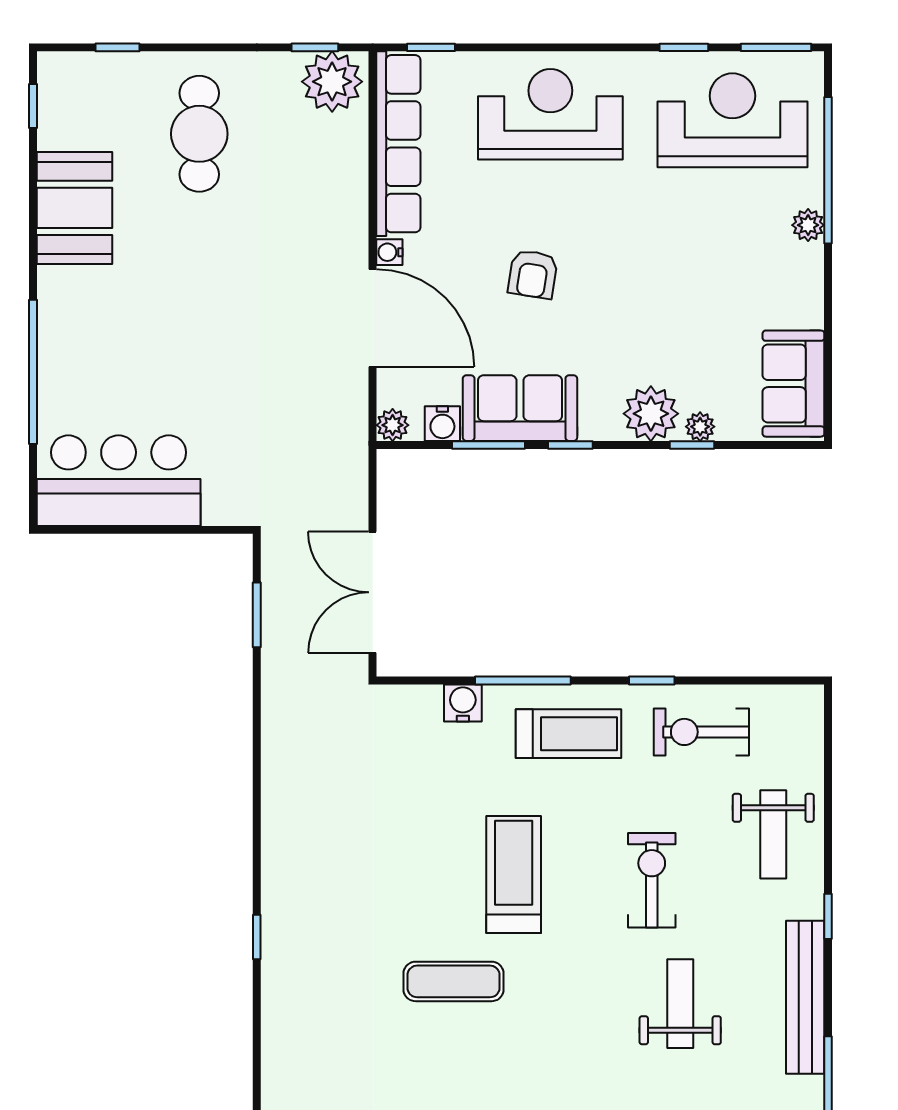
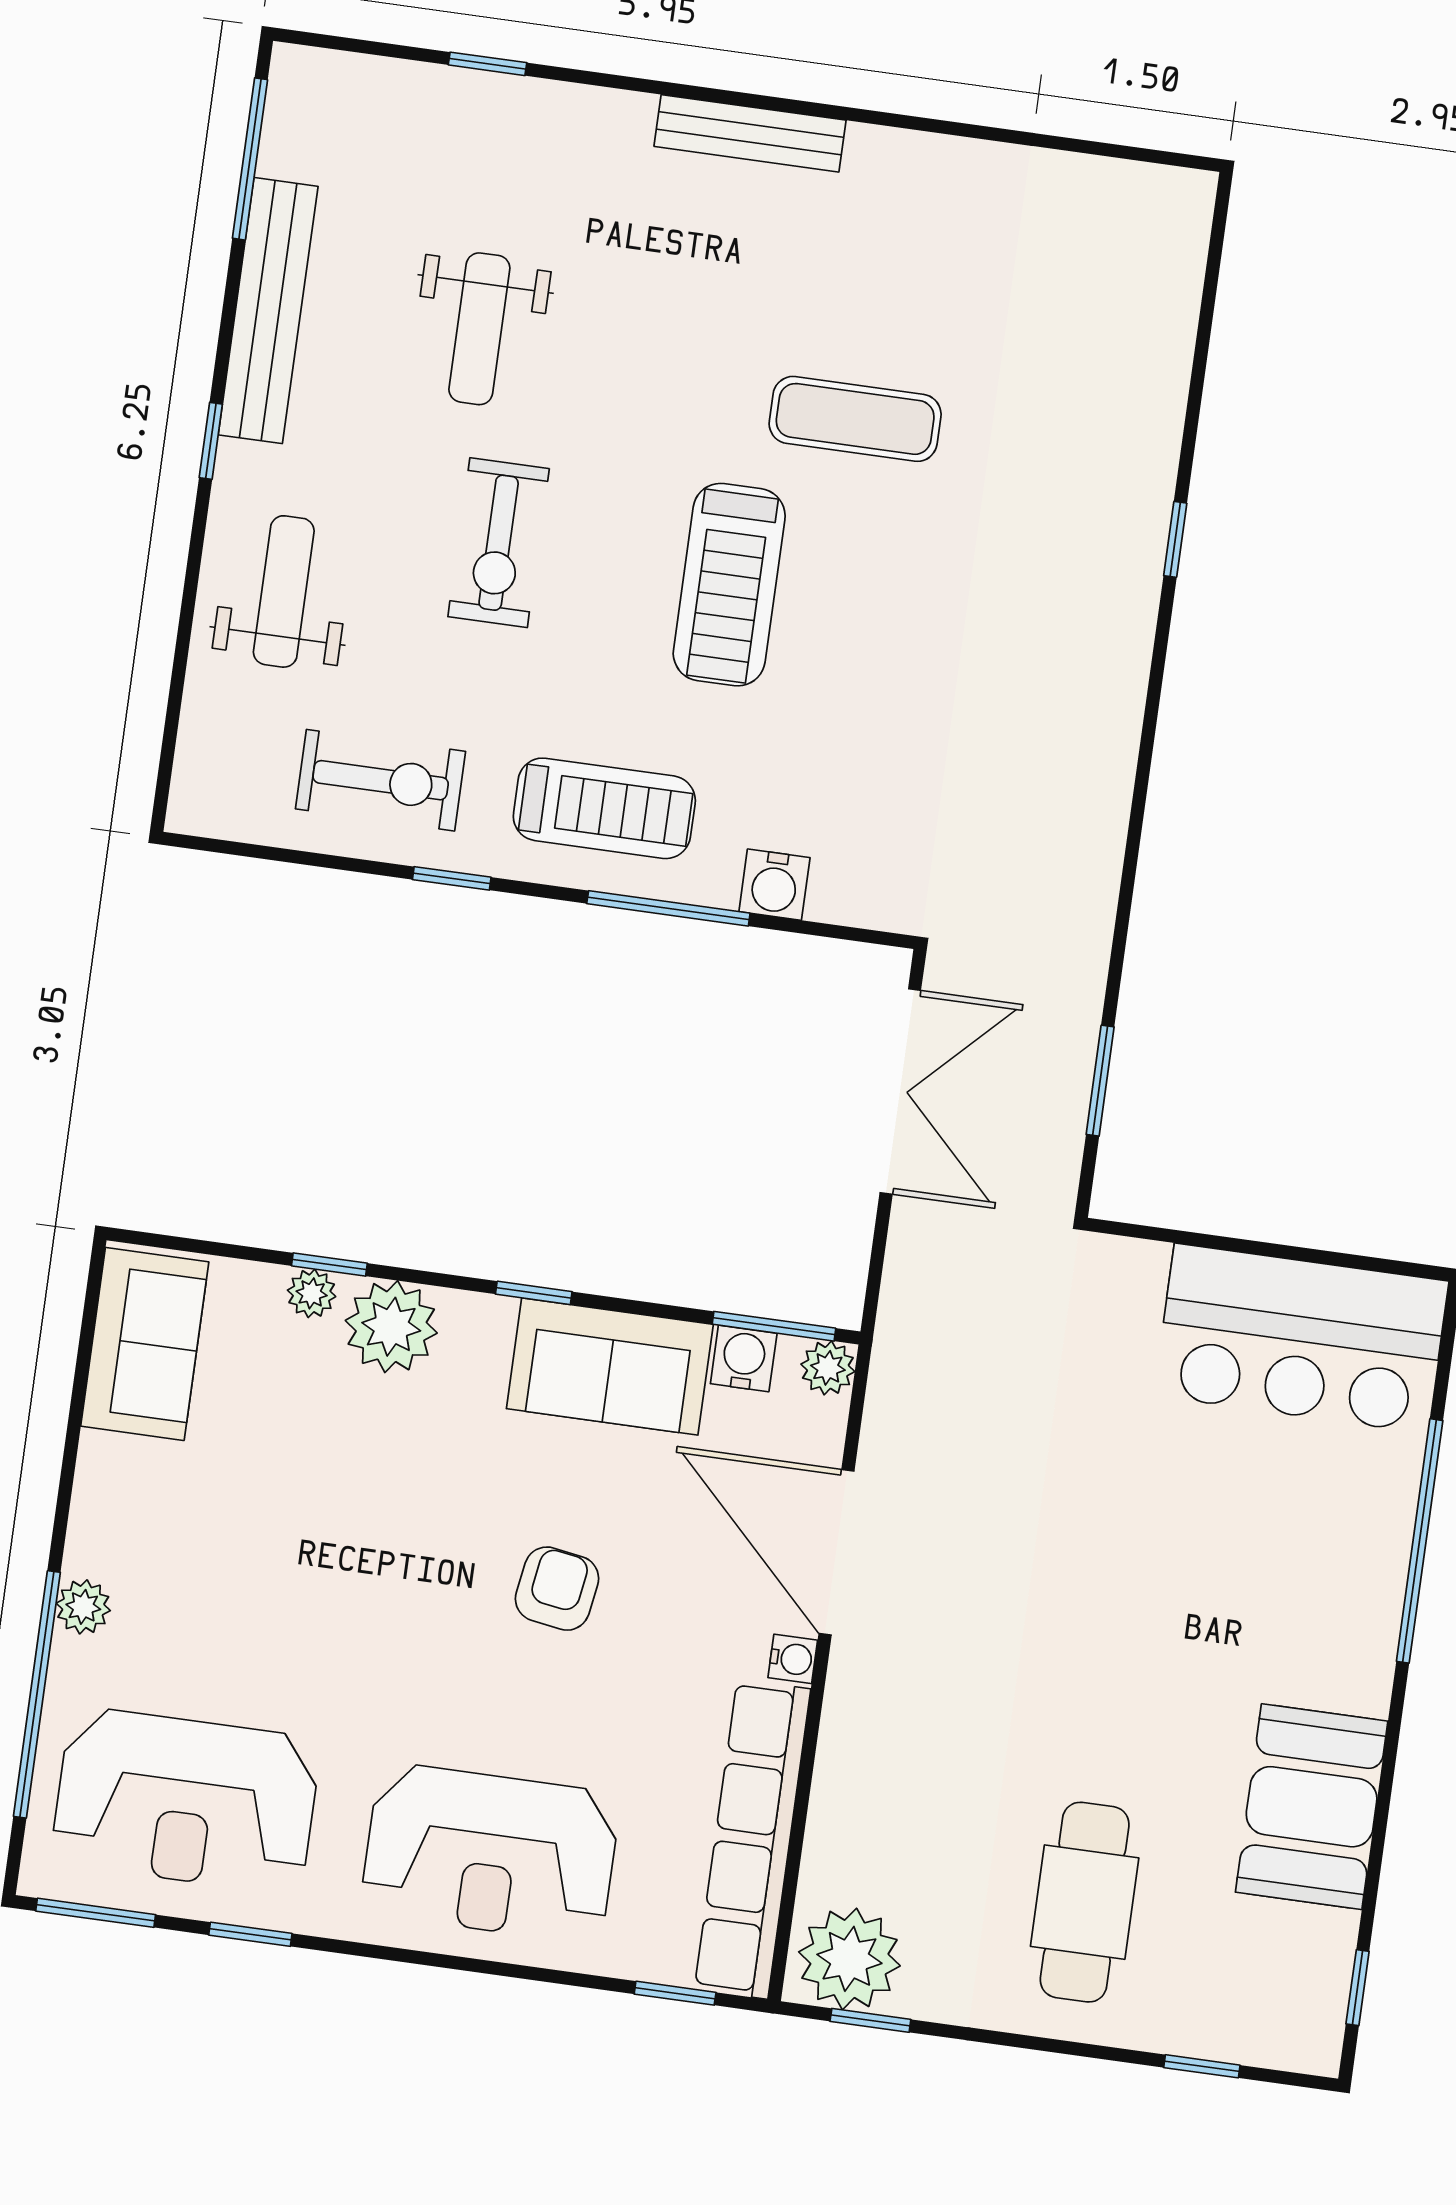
window: (488, 445) -> (774, 1326), moved
treadmill: (568, 734) -> (604, 808), turned 180

